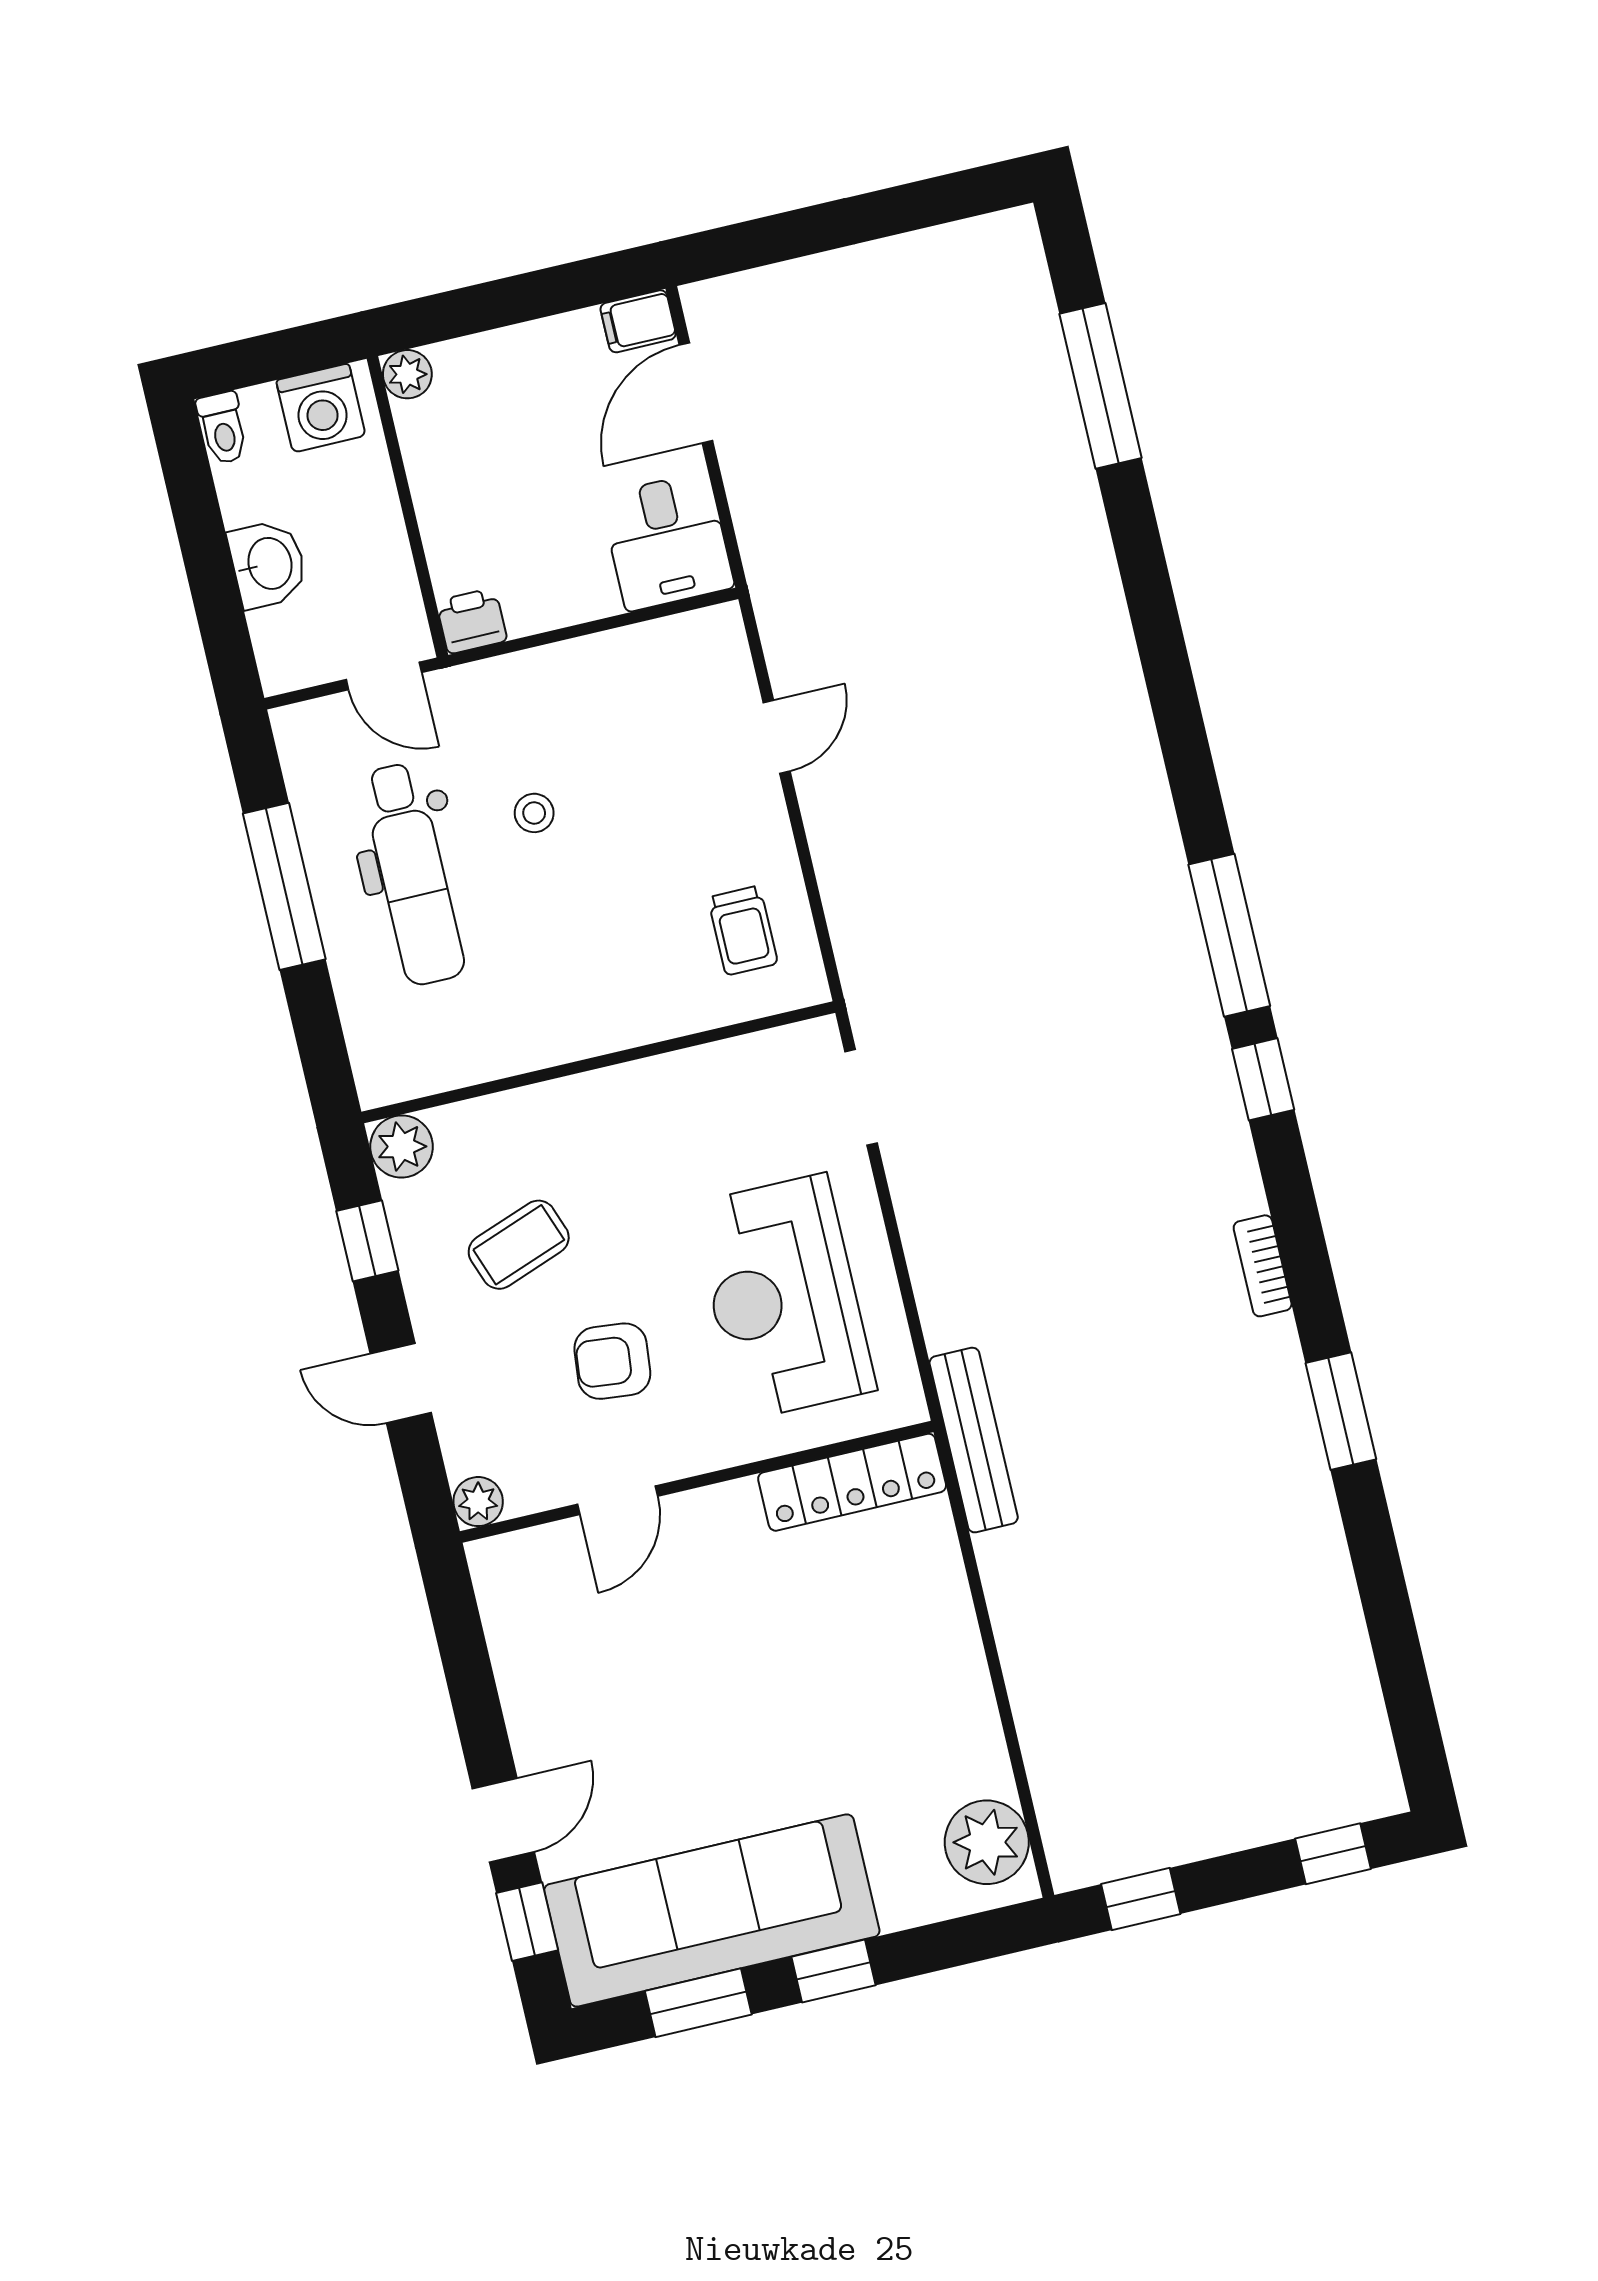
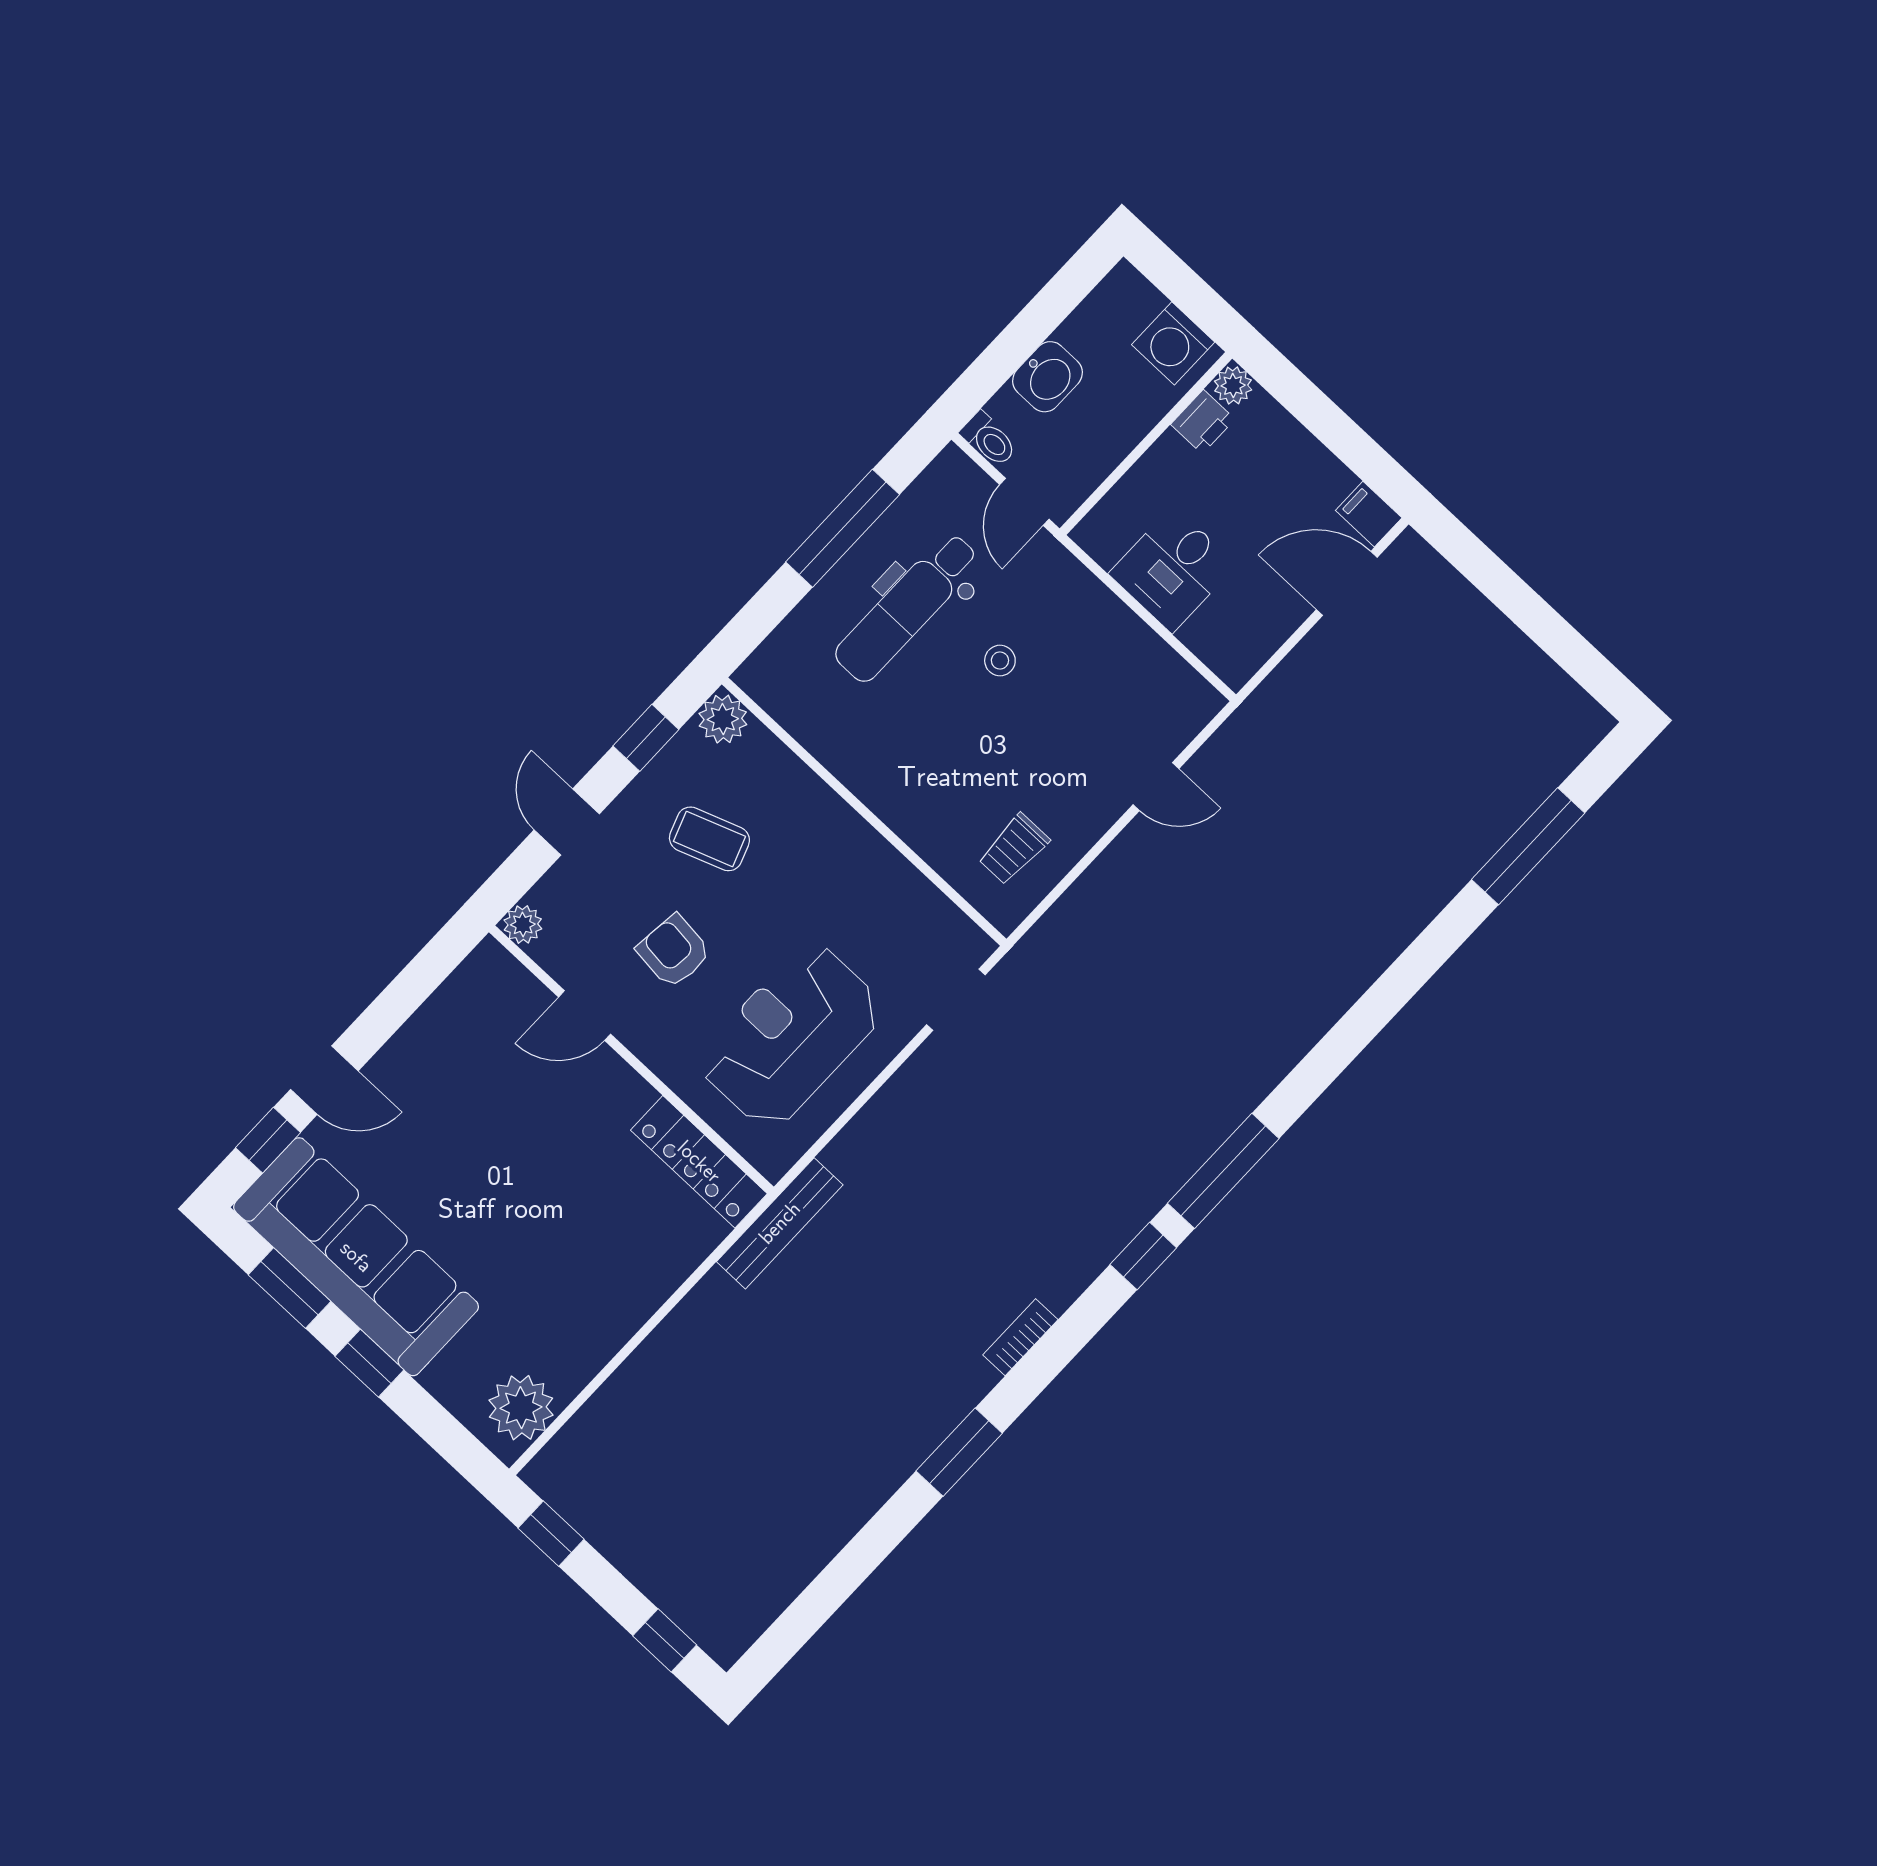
toilet: (223, 428) -> (989, 439), moved, turned -90
desk: (667, 541) -> (1173, 569), moved
printer: (472, 621) -> (1203, 422), moved, turned 90

